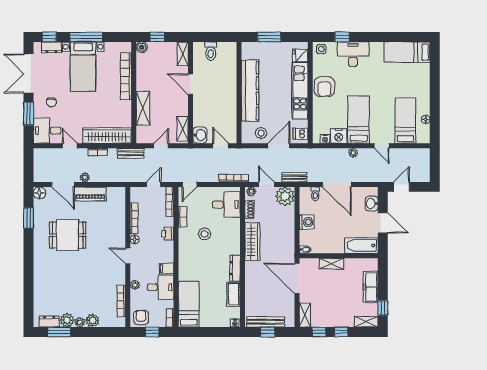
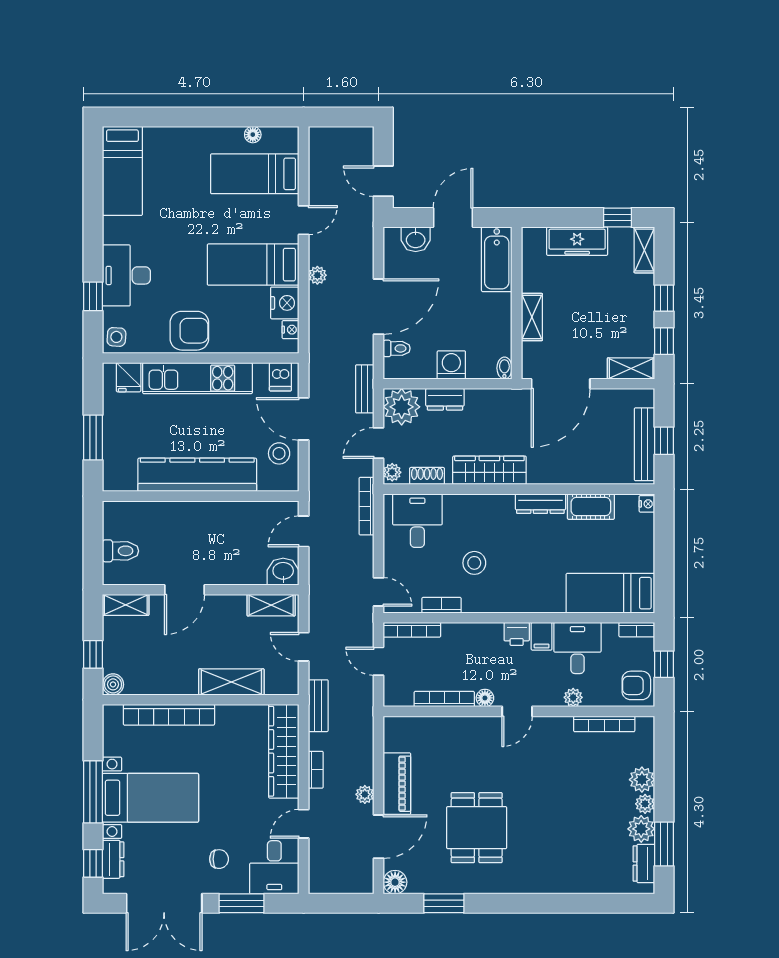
dresser: (289, 219) -> (445, 399), added
printer: (168, 234) -> (517, 634), moved

